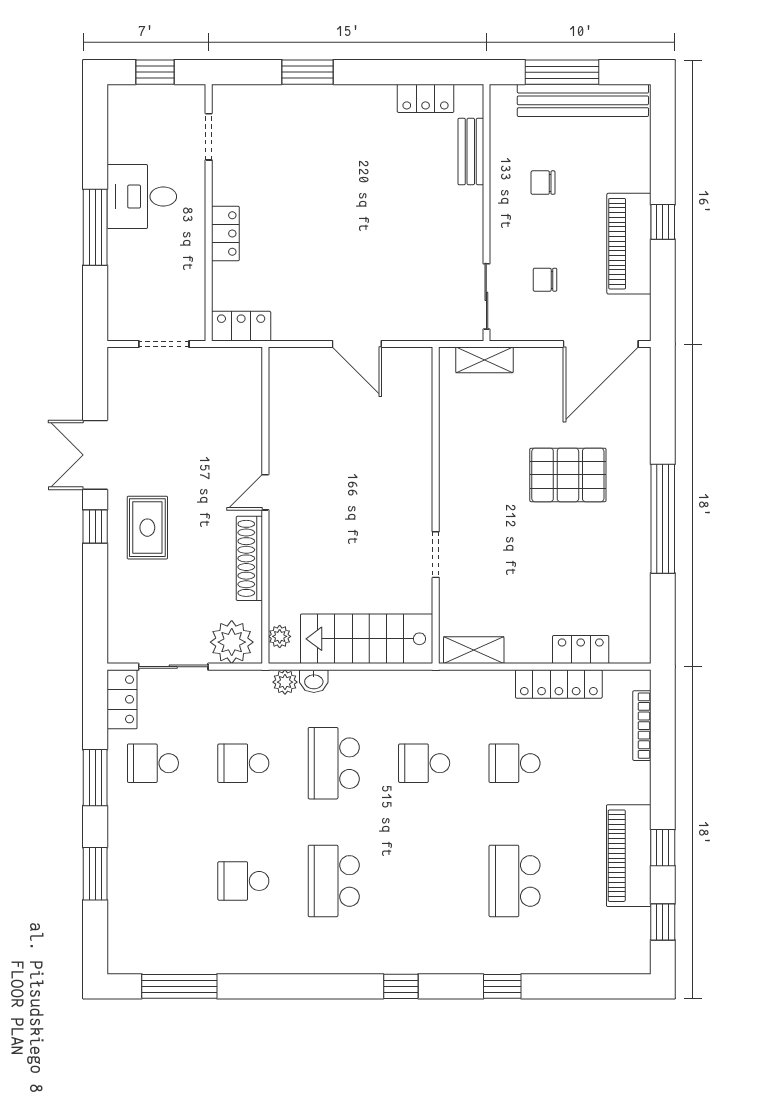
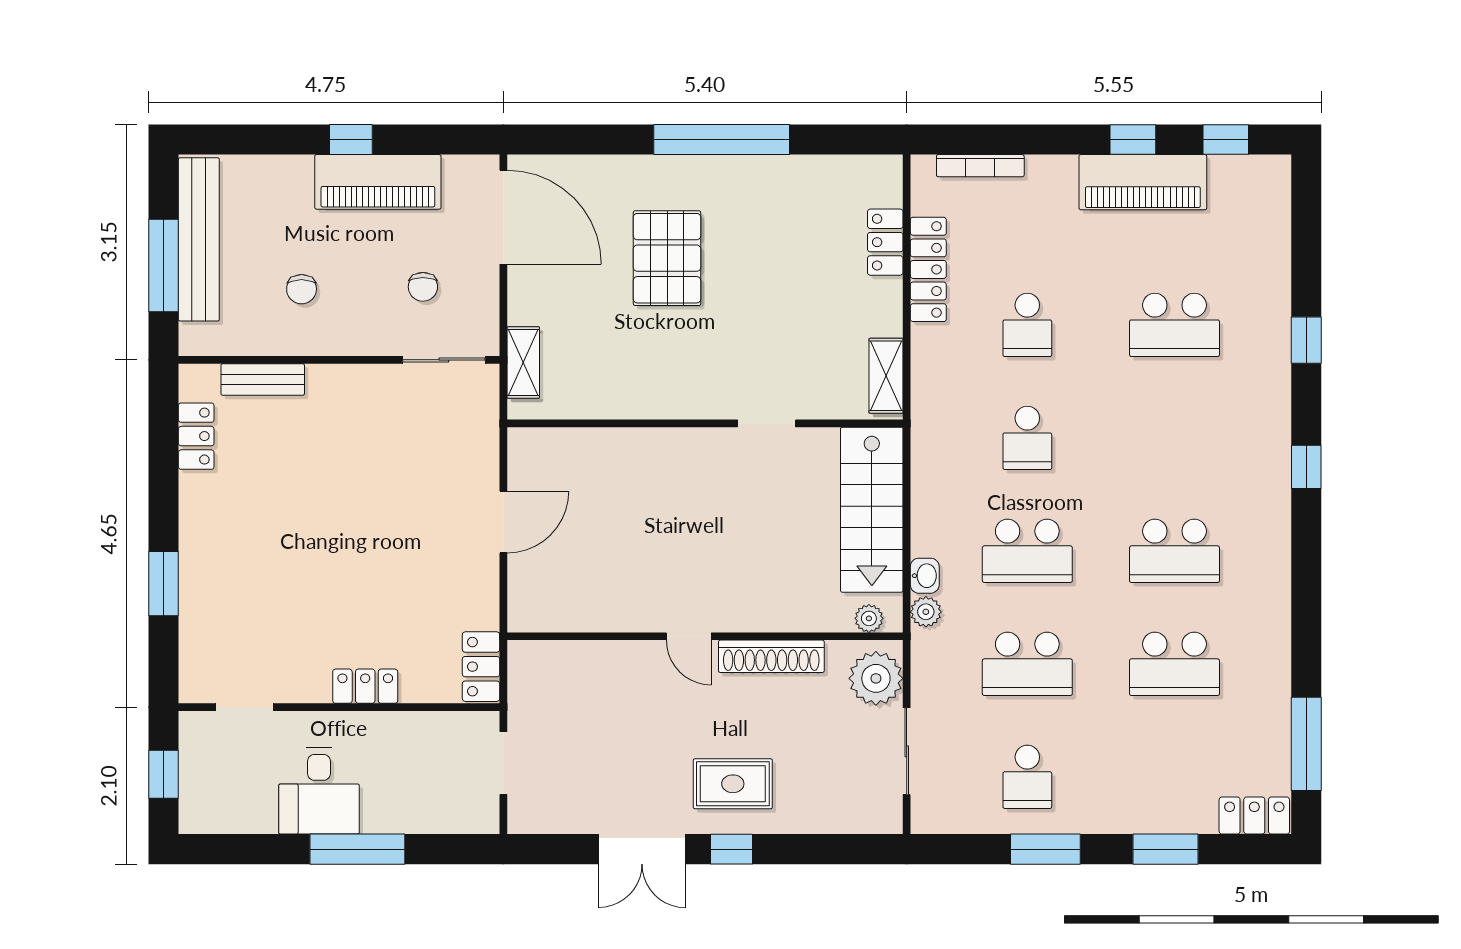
locker: (122, 699) -> (1254, 815), moved
school desk: (243, 763) -> (1027, 664), width x1.85
school desk: (243, 881) -> (1174, 664), width x1.85

